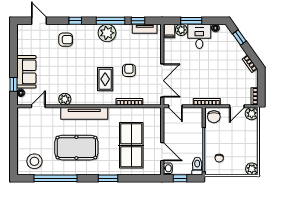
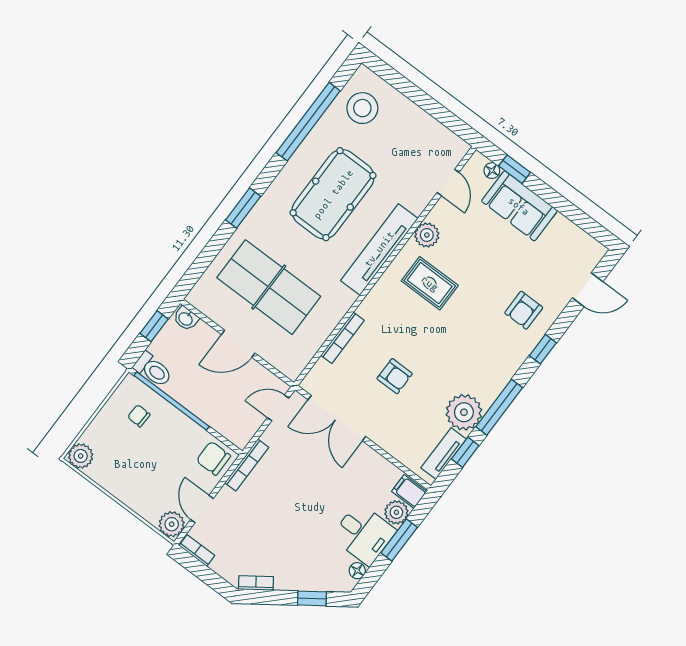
plant: (107, 33) -> (464, 412), moved
rug: (105, 79) -> (430, 283), moved
door: (162, 152) -> (238, 344), moved

